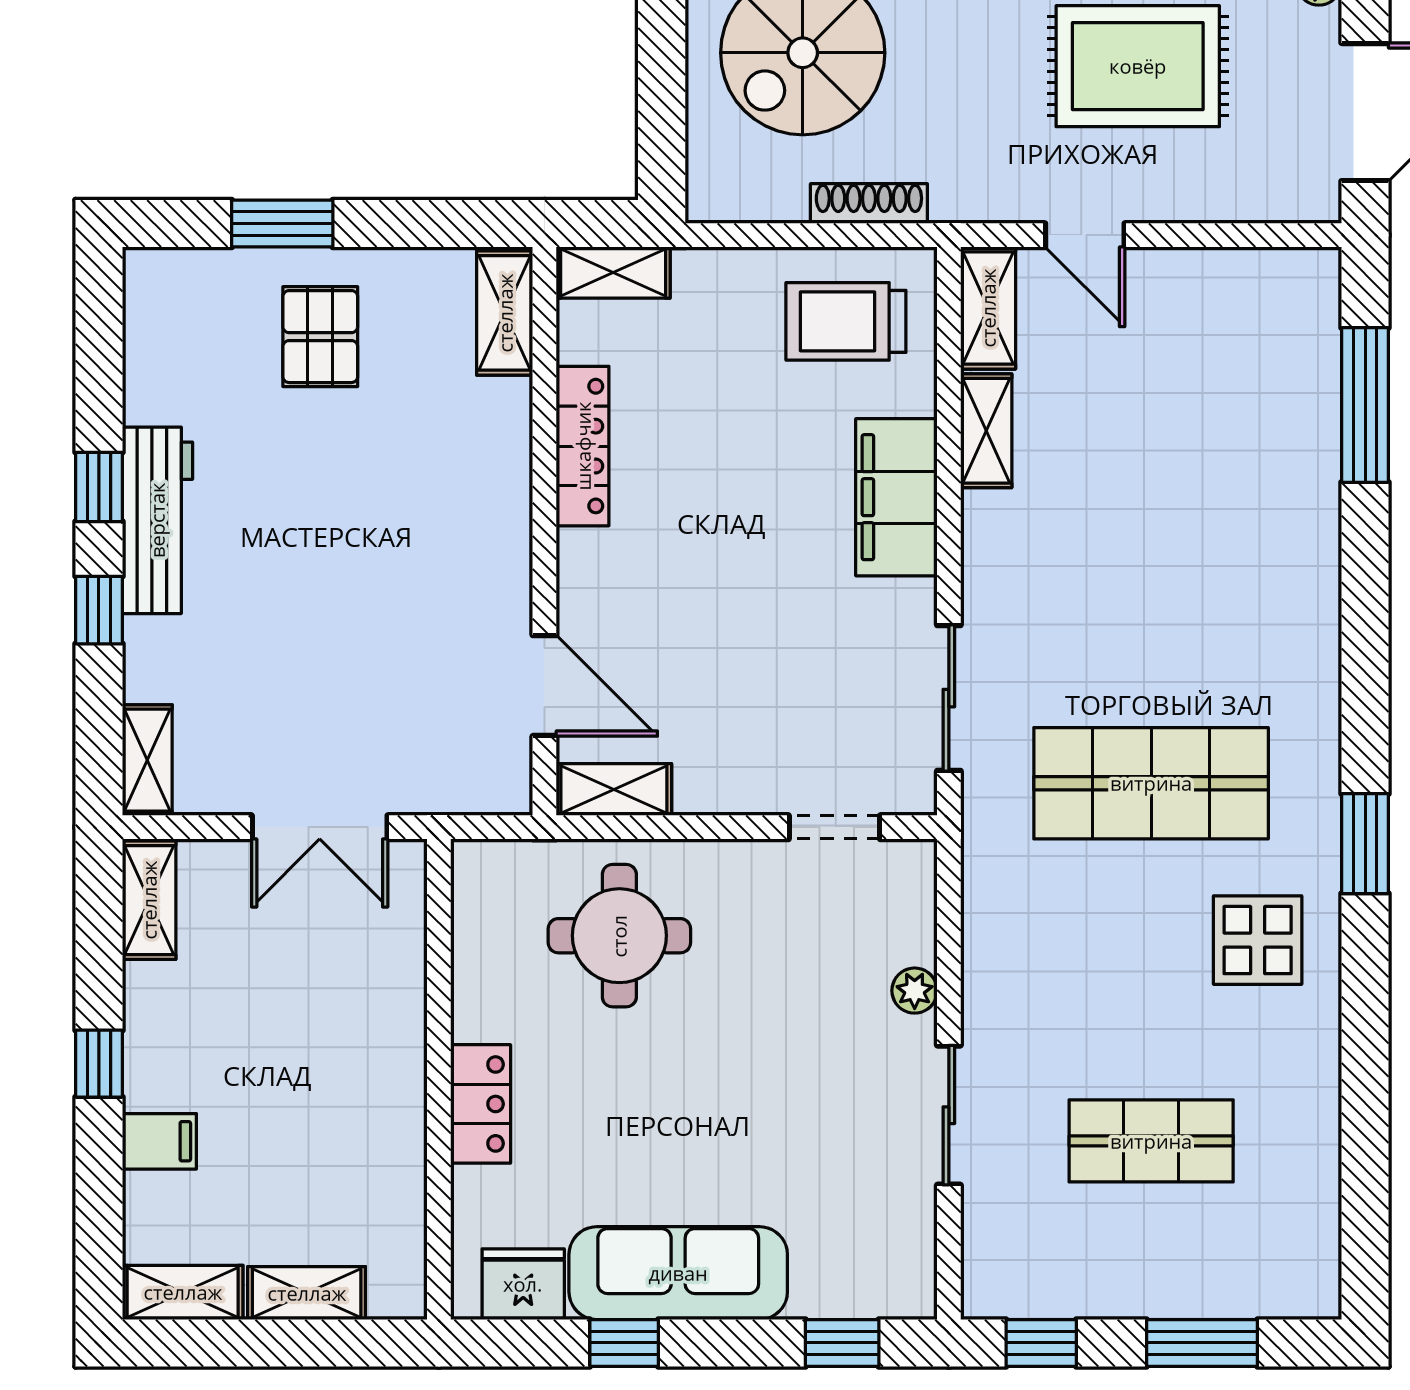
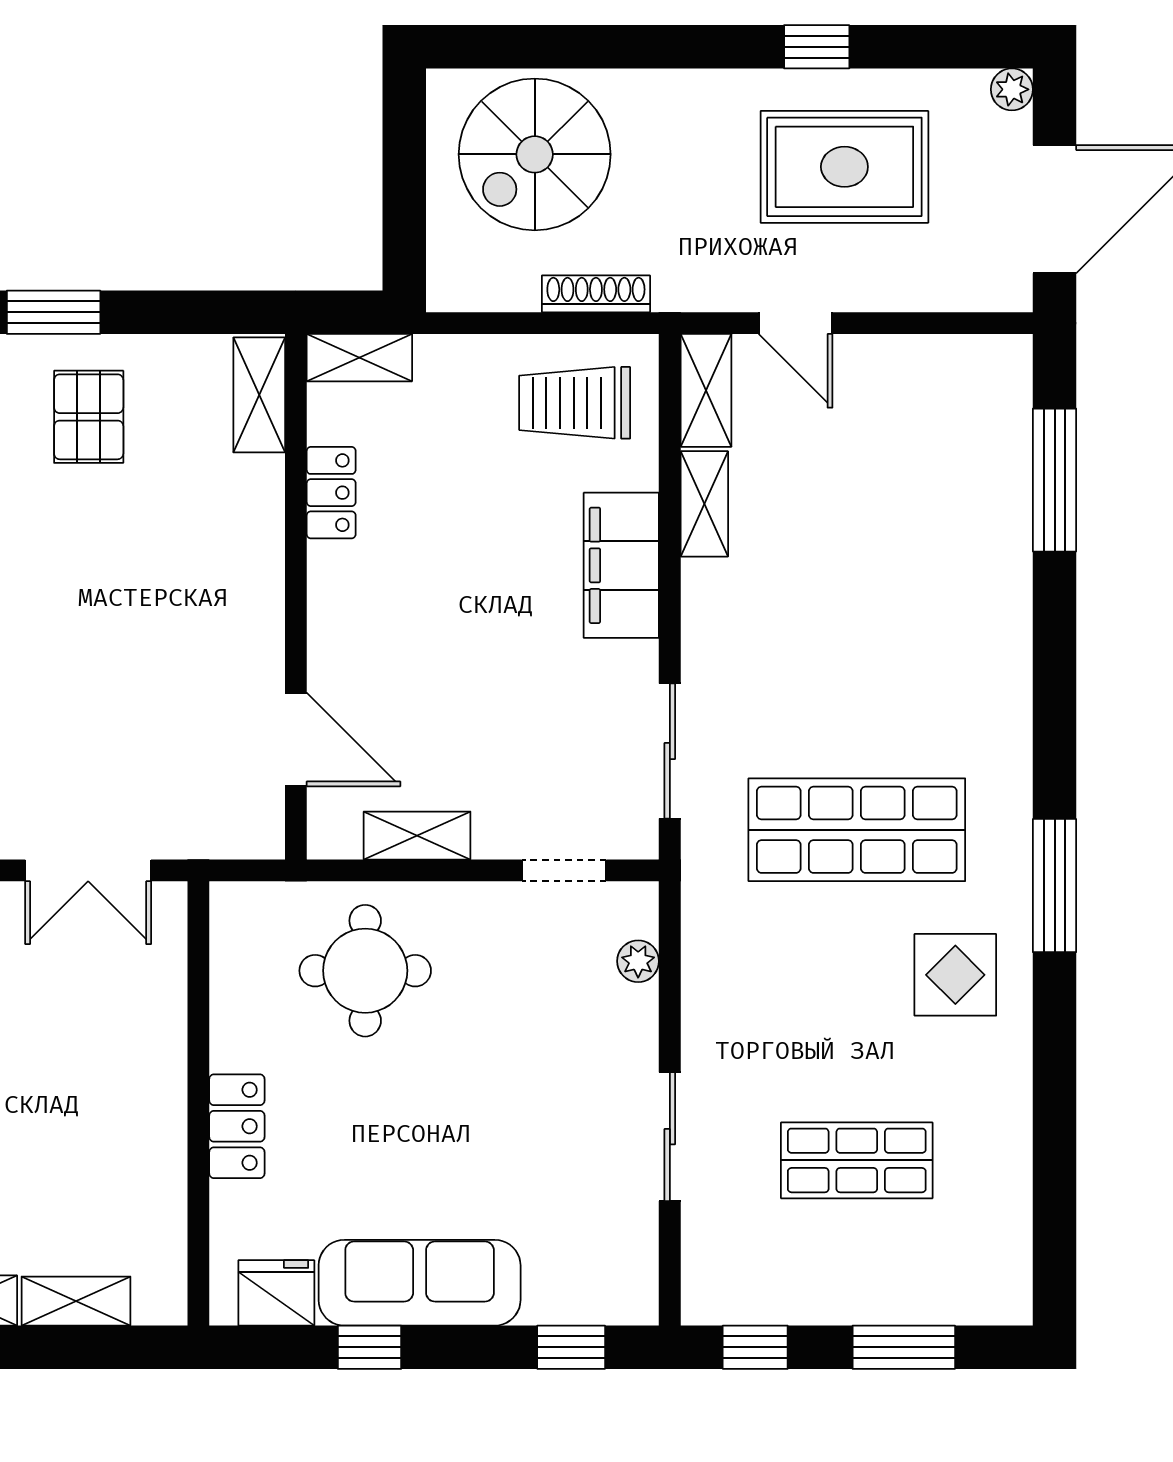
locker: (583, 446) -> (331, 493), width x0.66
shelving: (614, 789) -> (417, 836), moved
window: (1365, 844) -> (1055, 886), width x1.44
plant: (915, 991) -> (638, 961), moved

